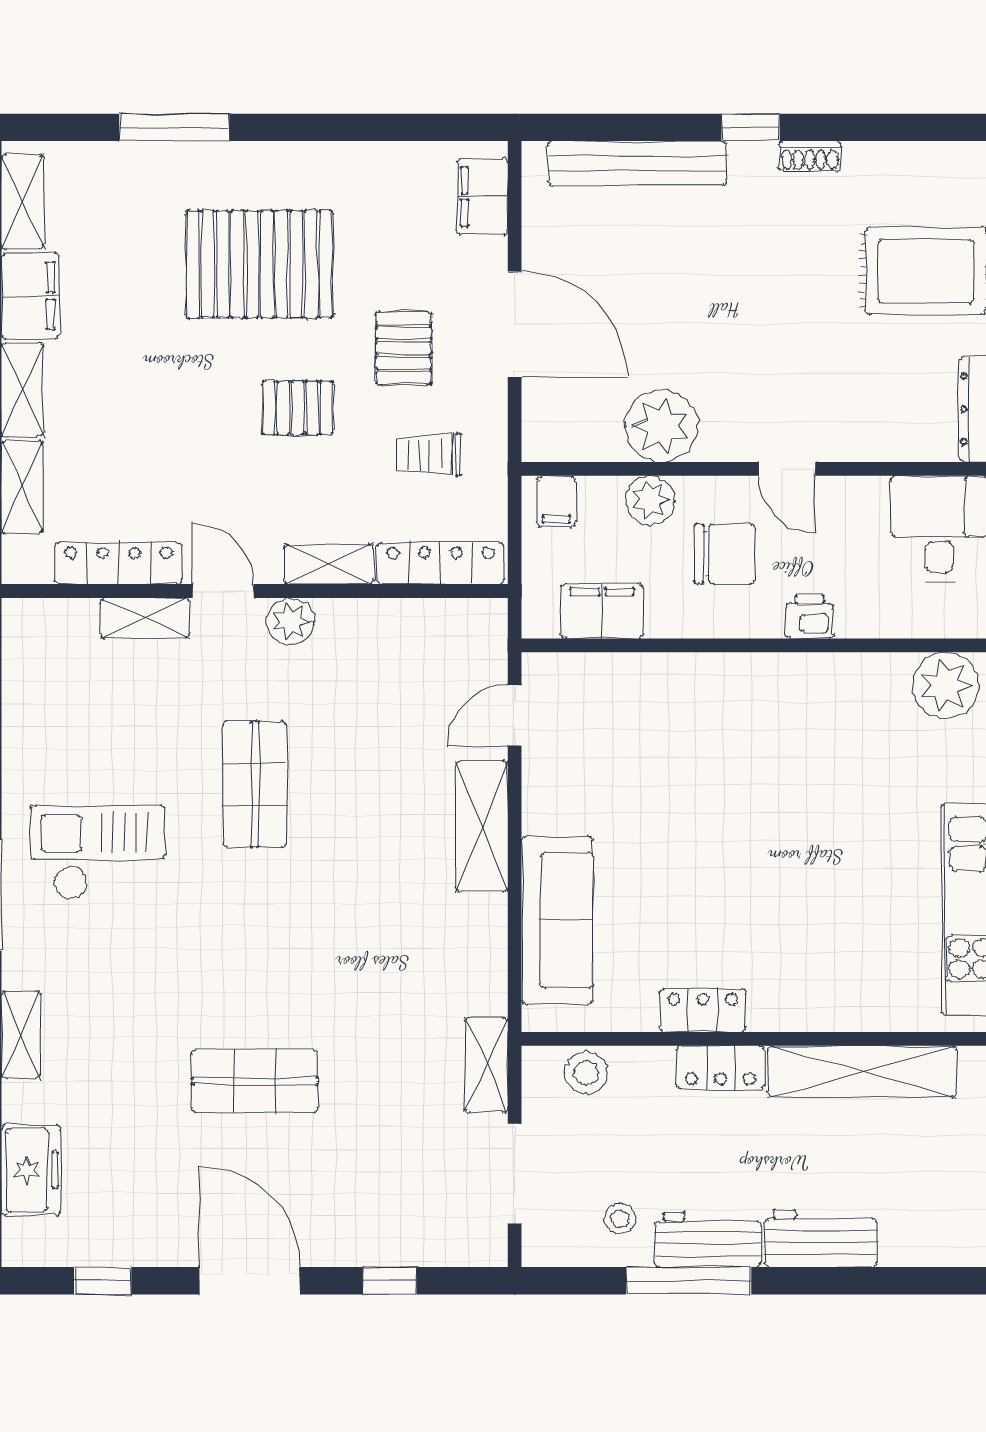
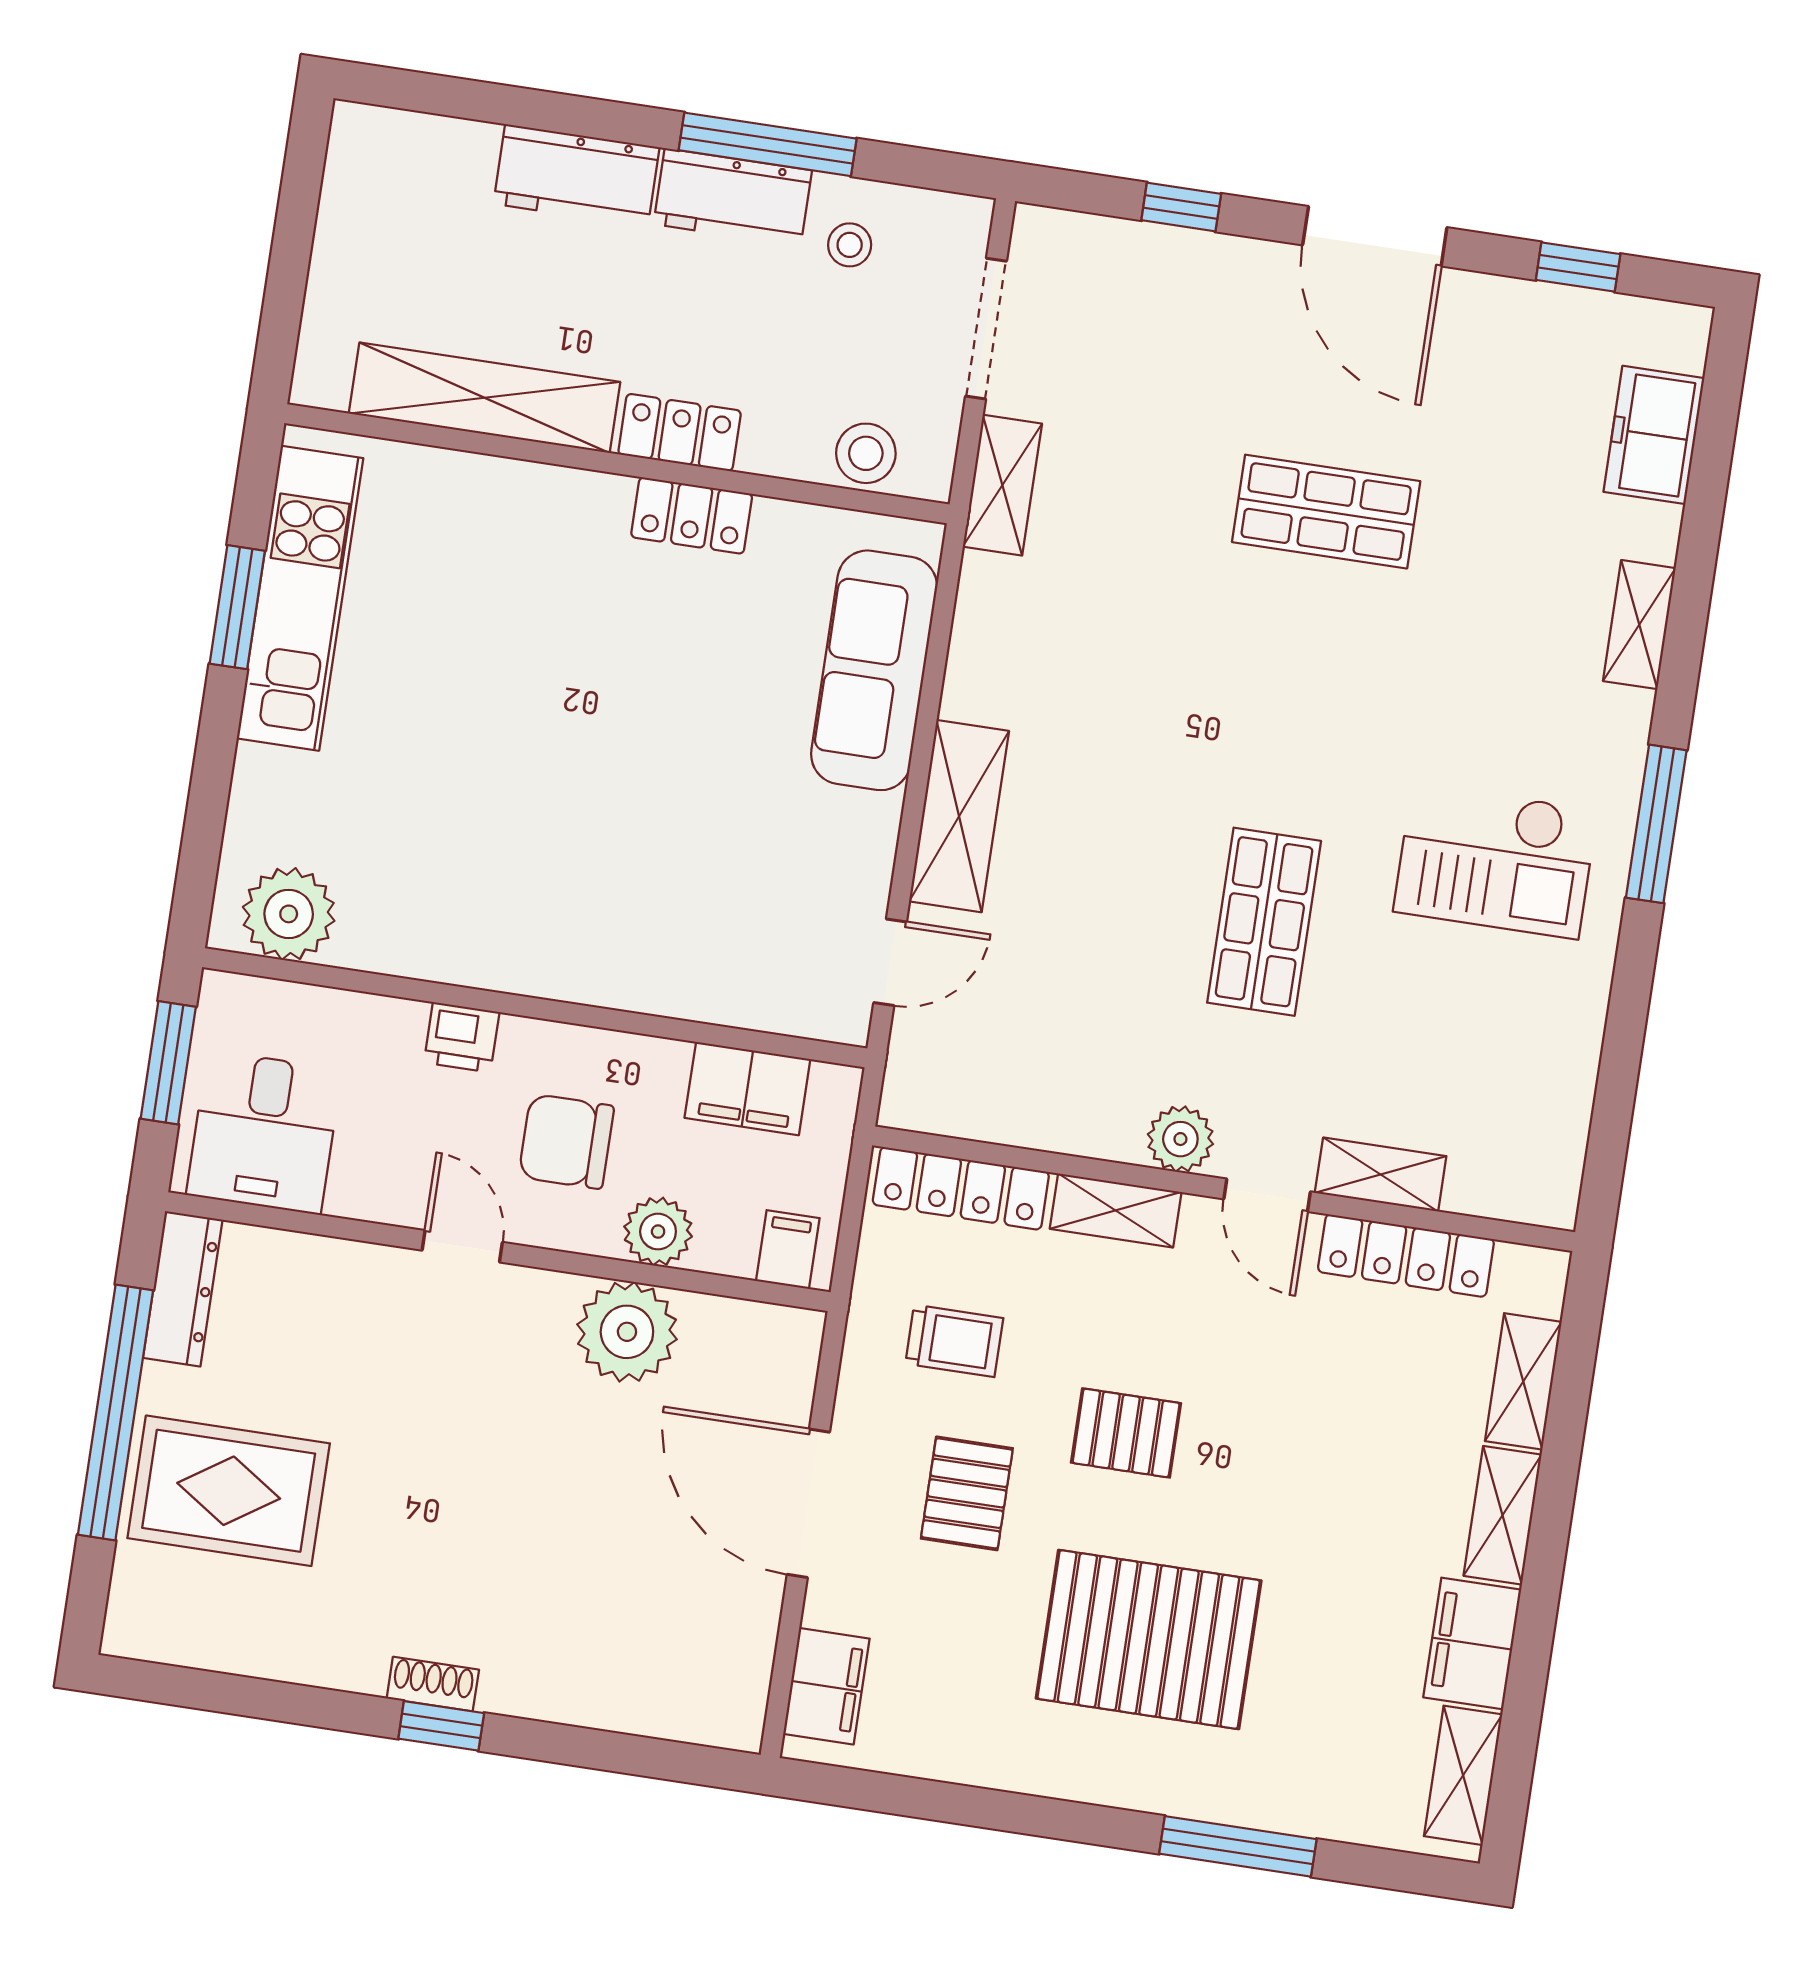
shoe rack: (810, 156) -> (433, 1684), moved
bench: (637, 163) -> (606, 1700), removed

